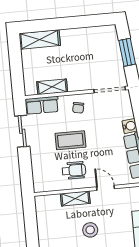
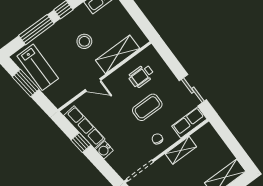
shelving: (52, 87) -> (181, 150), moved
wheelchair: (74, 170) -> (141, 76), moved
shelving: (75, 198) -> (118, 54), width x1.50, depth x1.33

